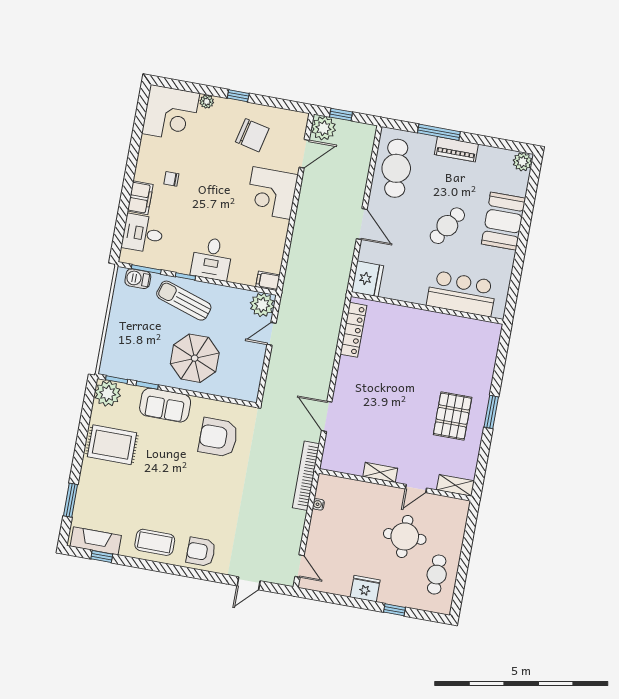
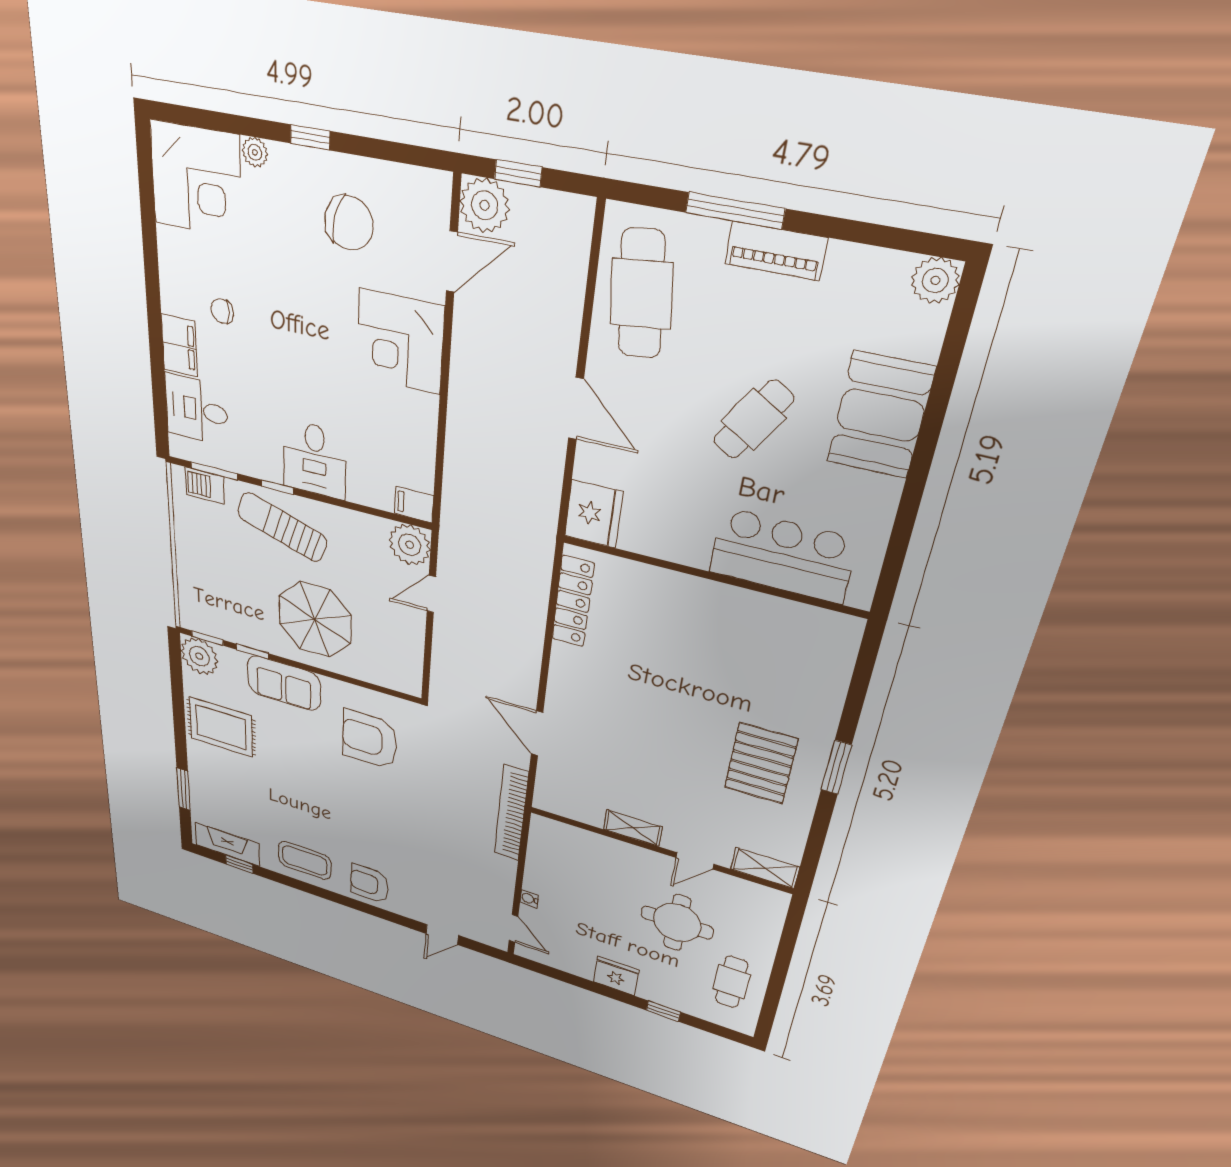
water cooler: (318, 504) -> (529, 899), moved

